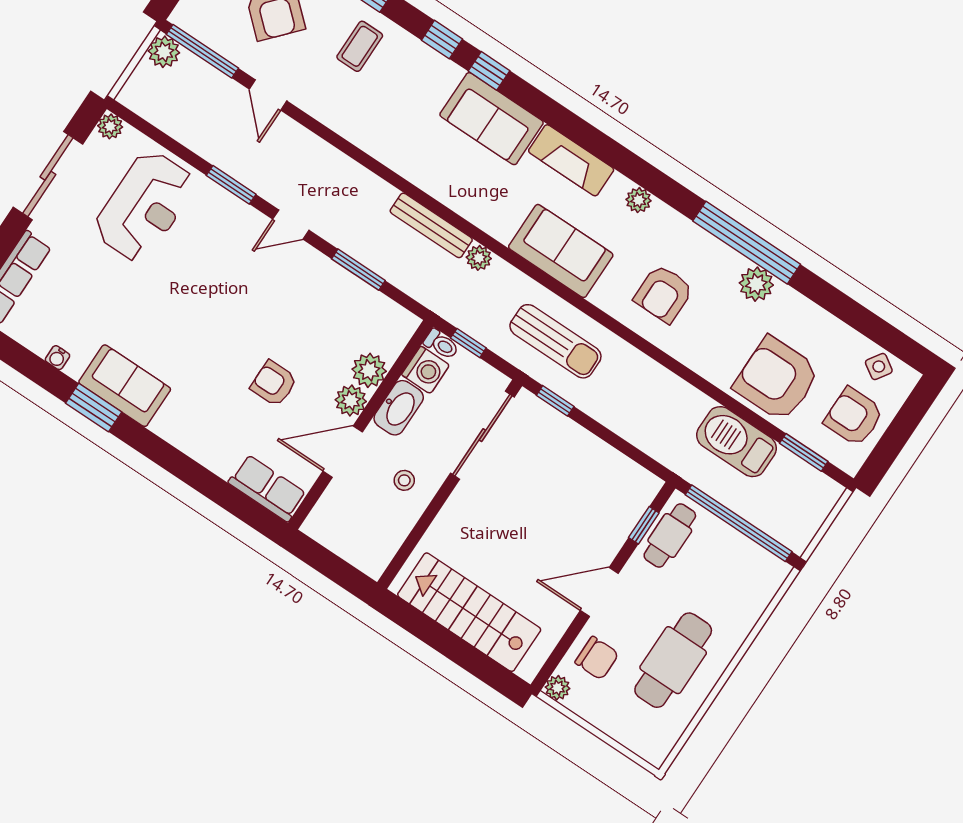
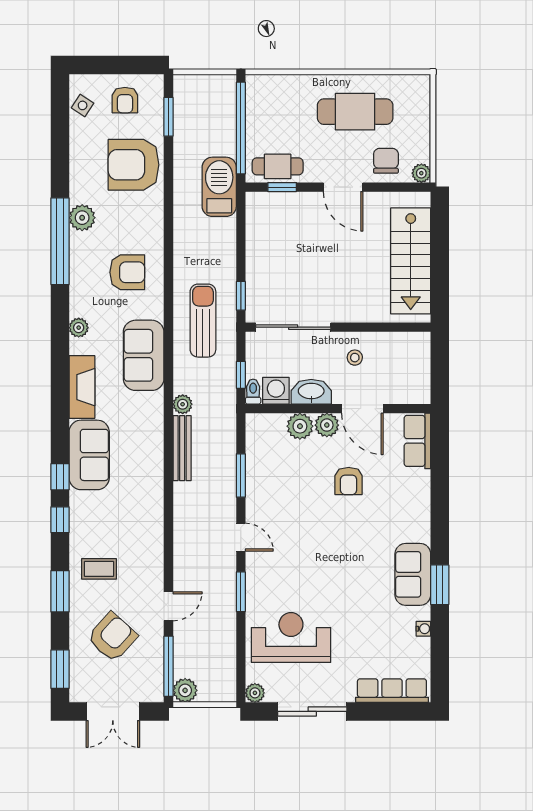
armchair: (777, 379) -> (134, 165), turned 90
armchair: (854, 417) -> (125, 100), width x0.72, depth x0.72
barbecue: (736, 442) -> (219, 187), moved, turned 180

